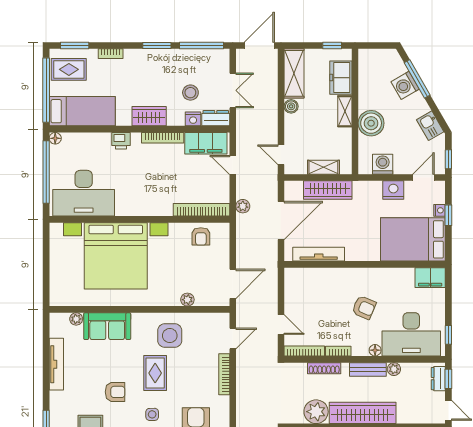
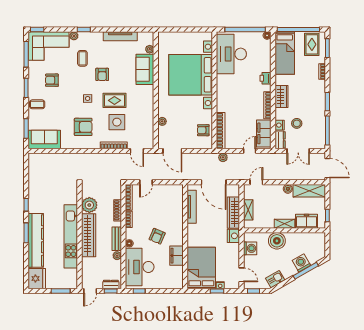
nightstand: (393, 190) -> (233, 236), moved
filing cabinet: (430, 278) -> (177, 256), moved
side table: (170, 336) -> (117, 122), moved

